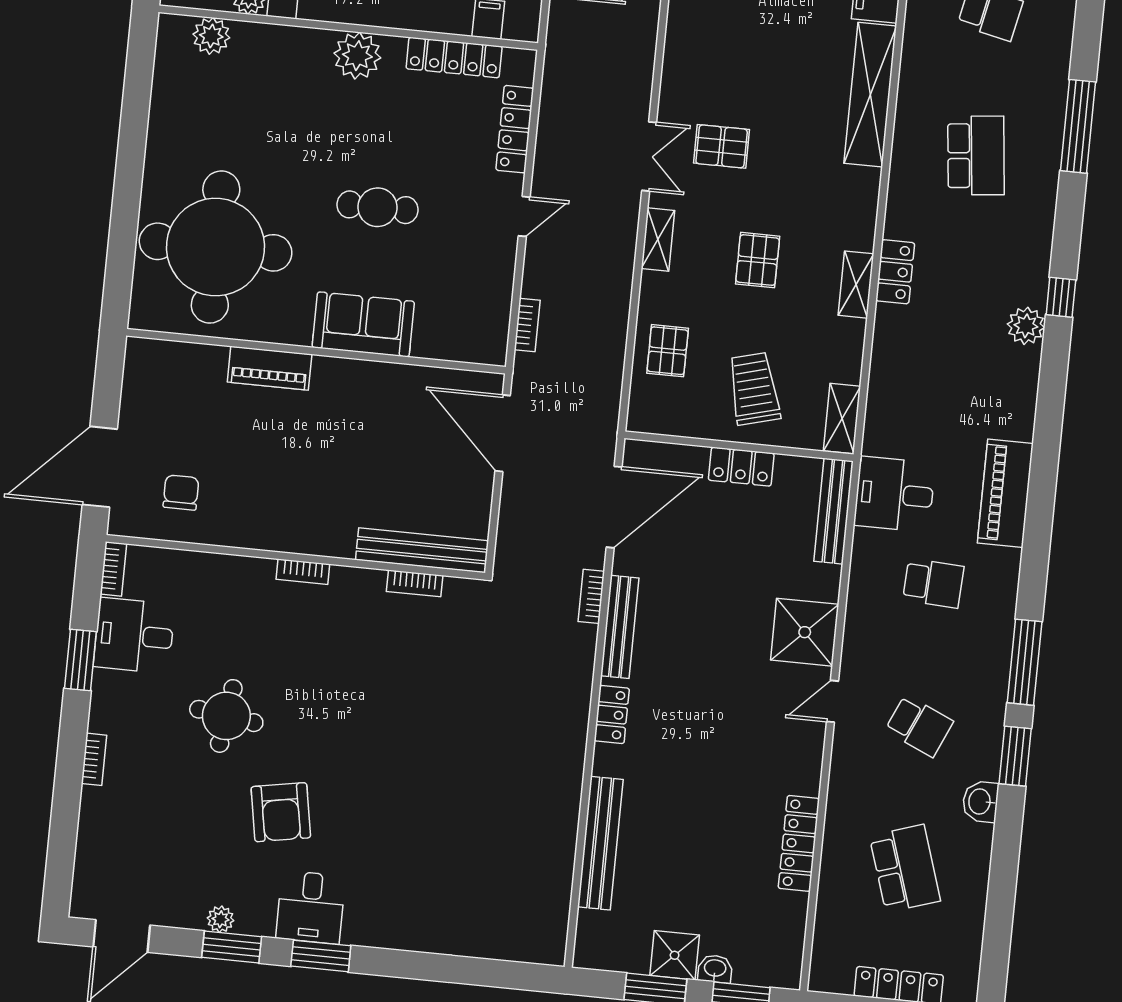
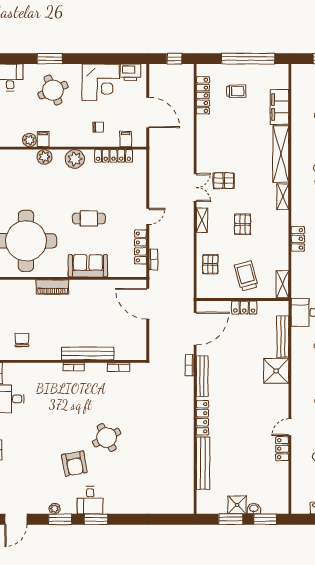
plant: (211, 36) -> (44, 157), moved
locker: (515, 129) -> (141, 247), moved
locker: (895, 272) -> (298, 239), moved
shelving: (856, 285) -> (283, 197), moved
bench: (833, 511) -> (283, 337), moved
bench: (422, 550) -> (88, 354), moved
door: (832, 701) -> (290, 427), moved
locker: (612, 715) -> (202, 418), width x1.53
round table: (226, 716) -> (107, 438), moved, turned -36
locker: (799, 843) -> (282, 449), width x0.66

